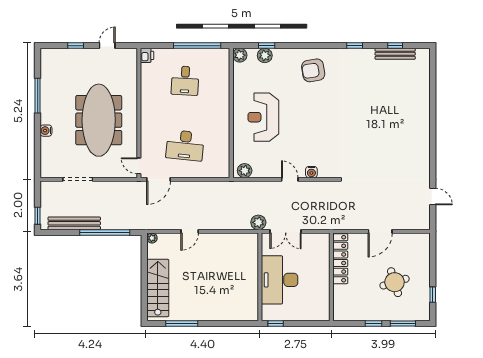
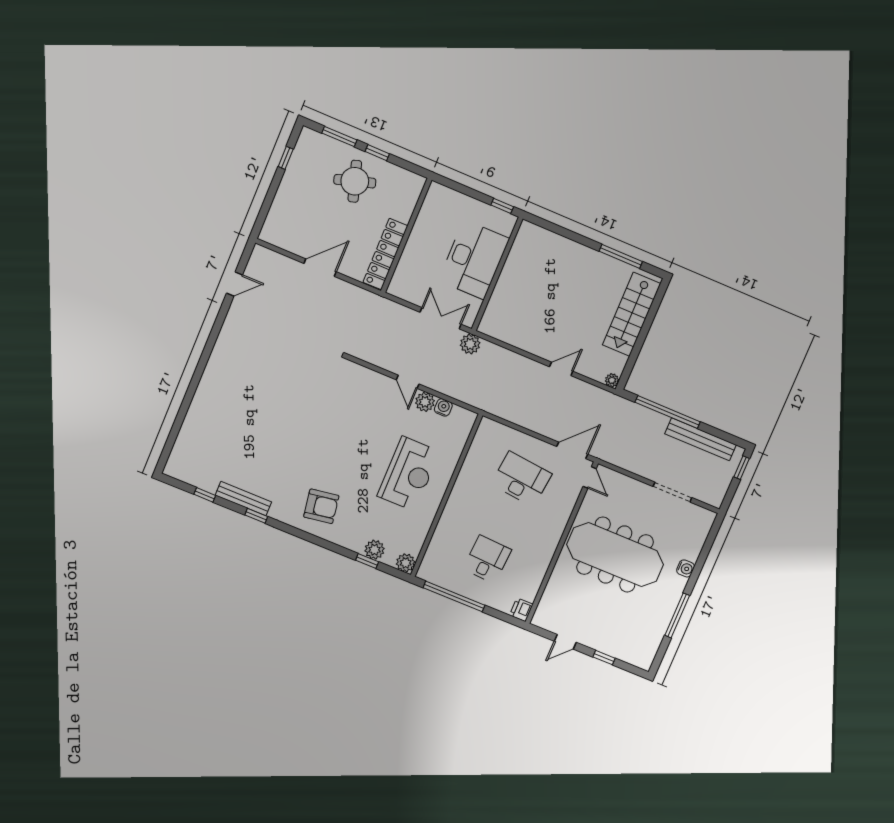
bench: (395, 54) -> (243, 499), moved
meeting table: (99, 120) -> (615, 555), turned 90
plant: (245, 171) -> (425, 402), moved
water cooler: (311, 172) -> (443, 407), moved
door: (433, 197) -> (235, 284), swing flipped
round table: (395, 282) -> (355, 181), moved

